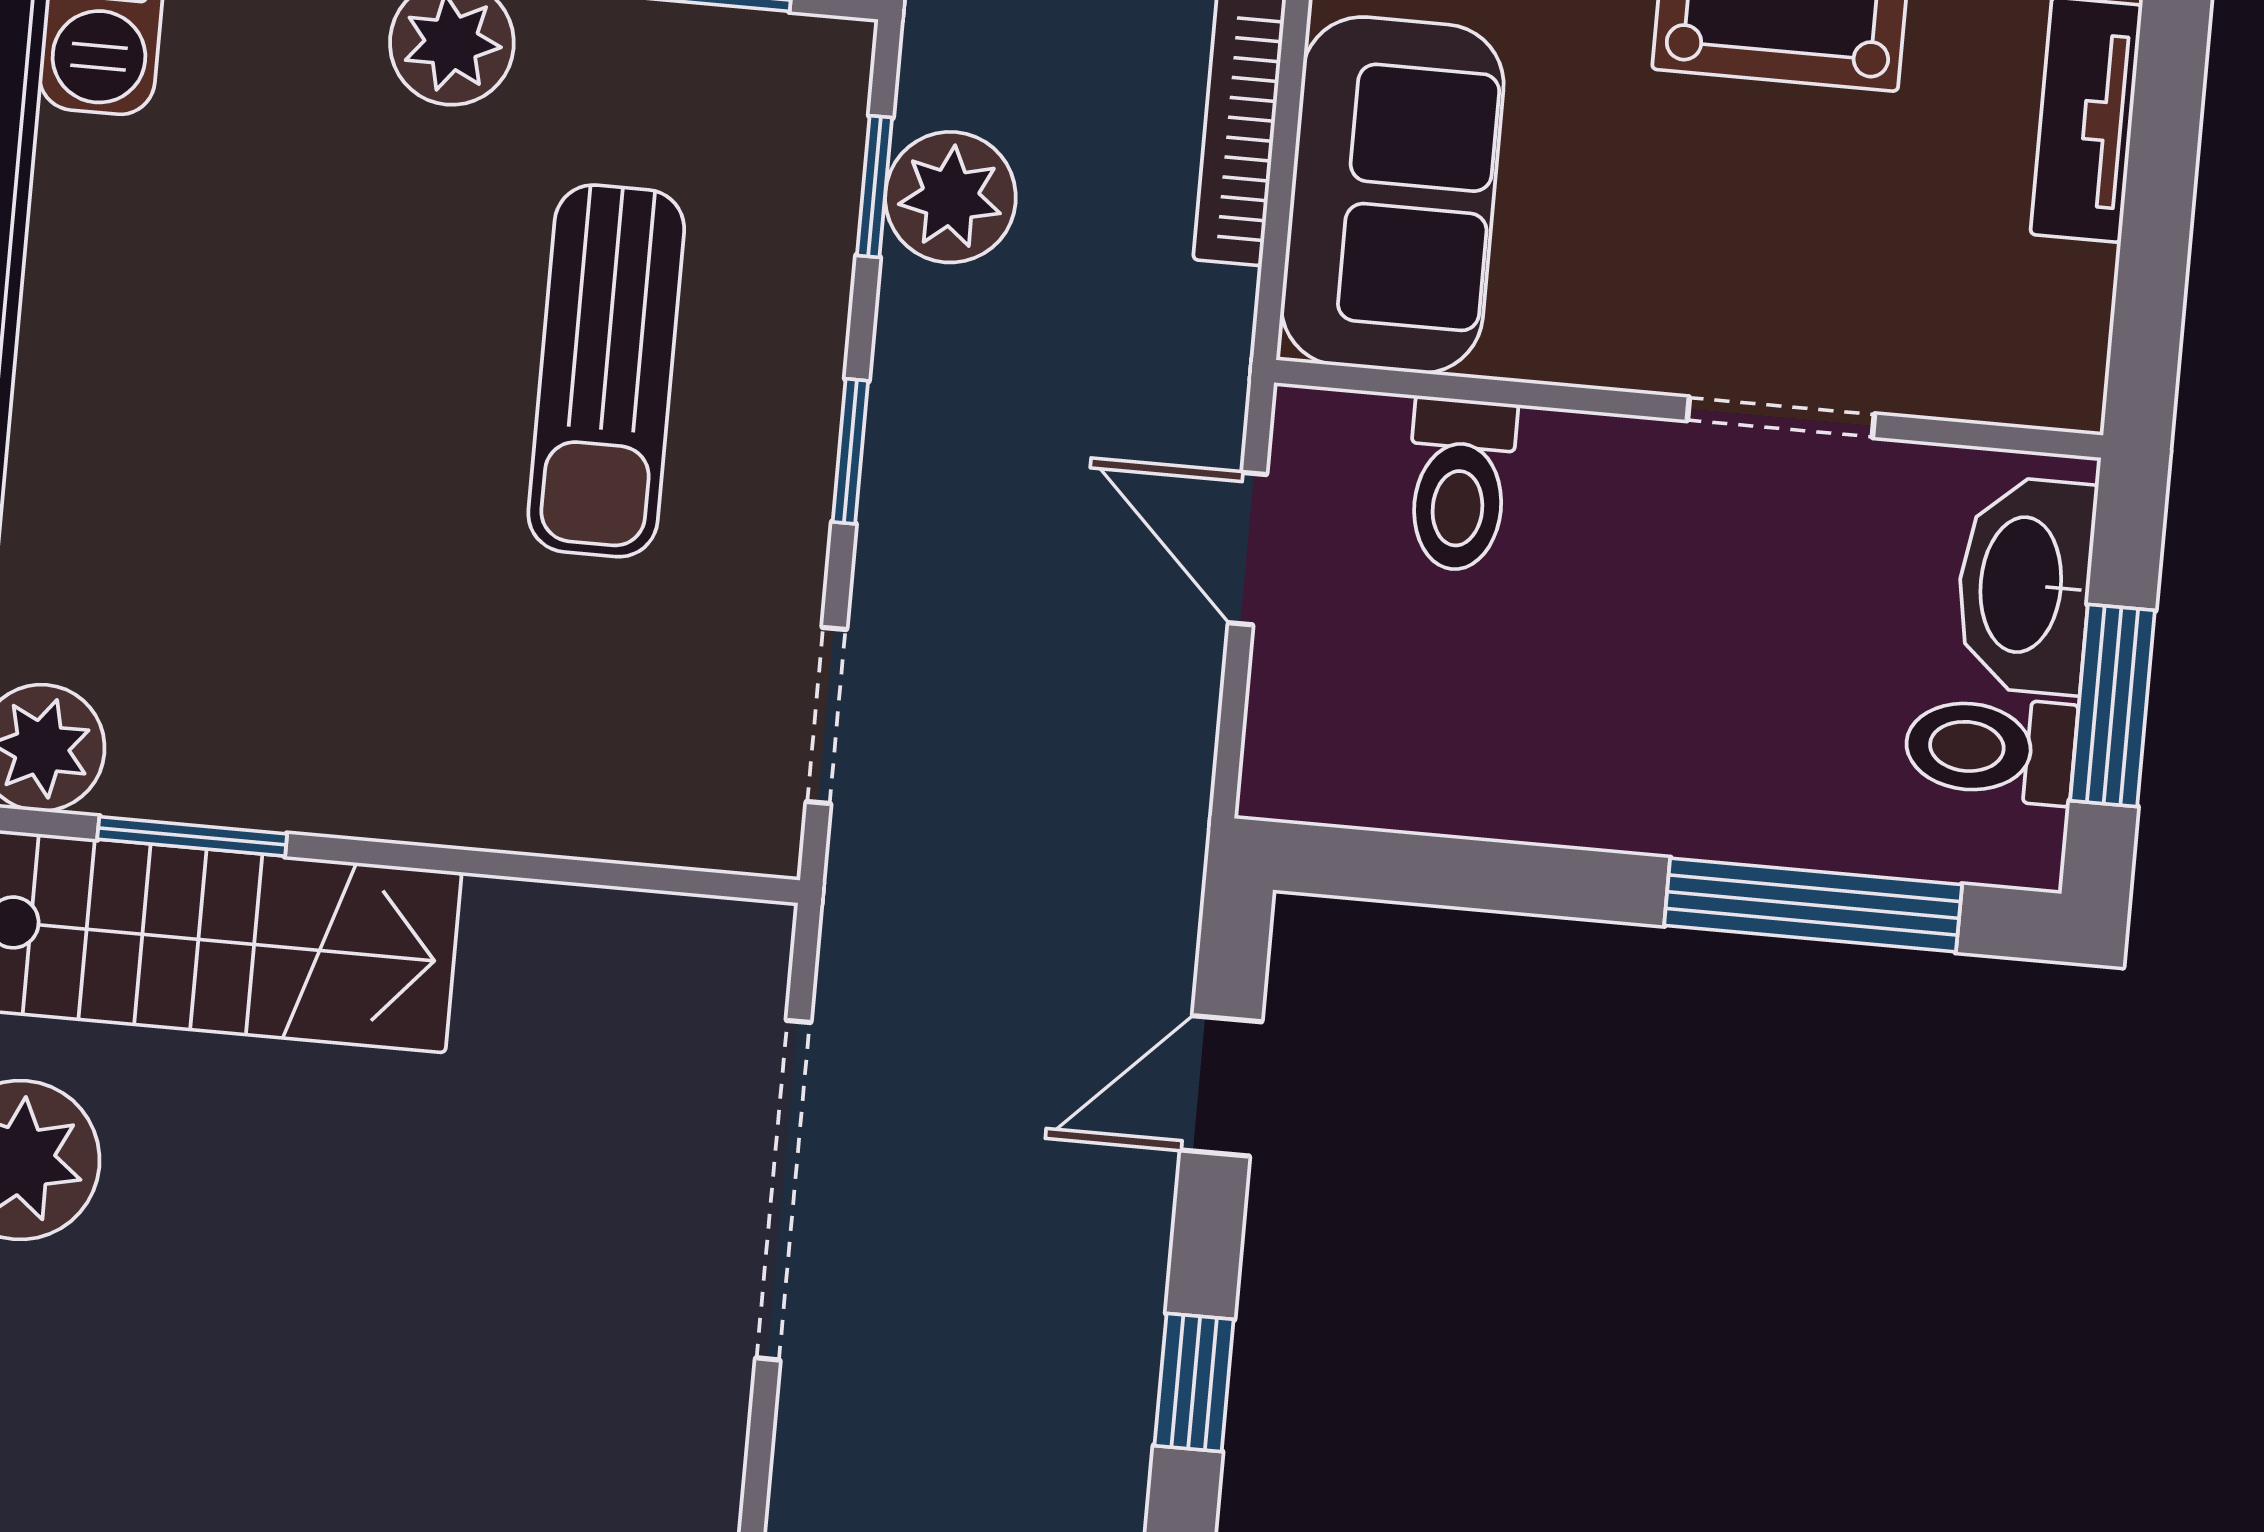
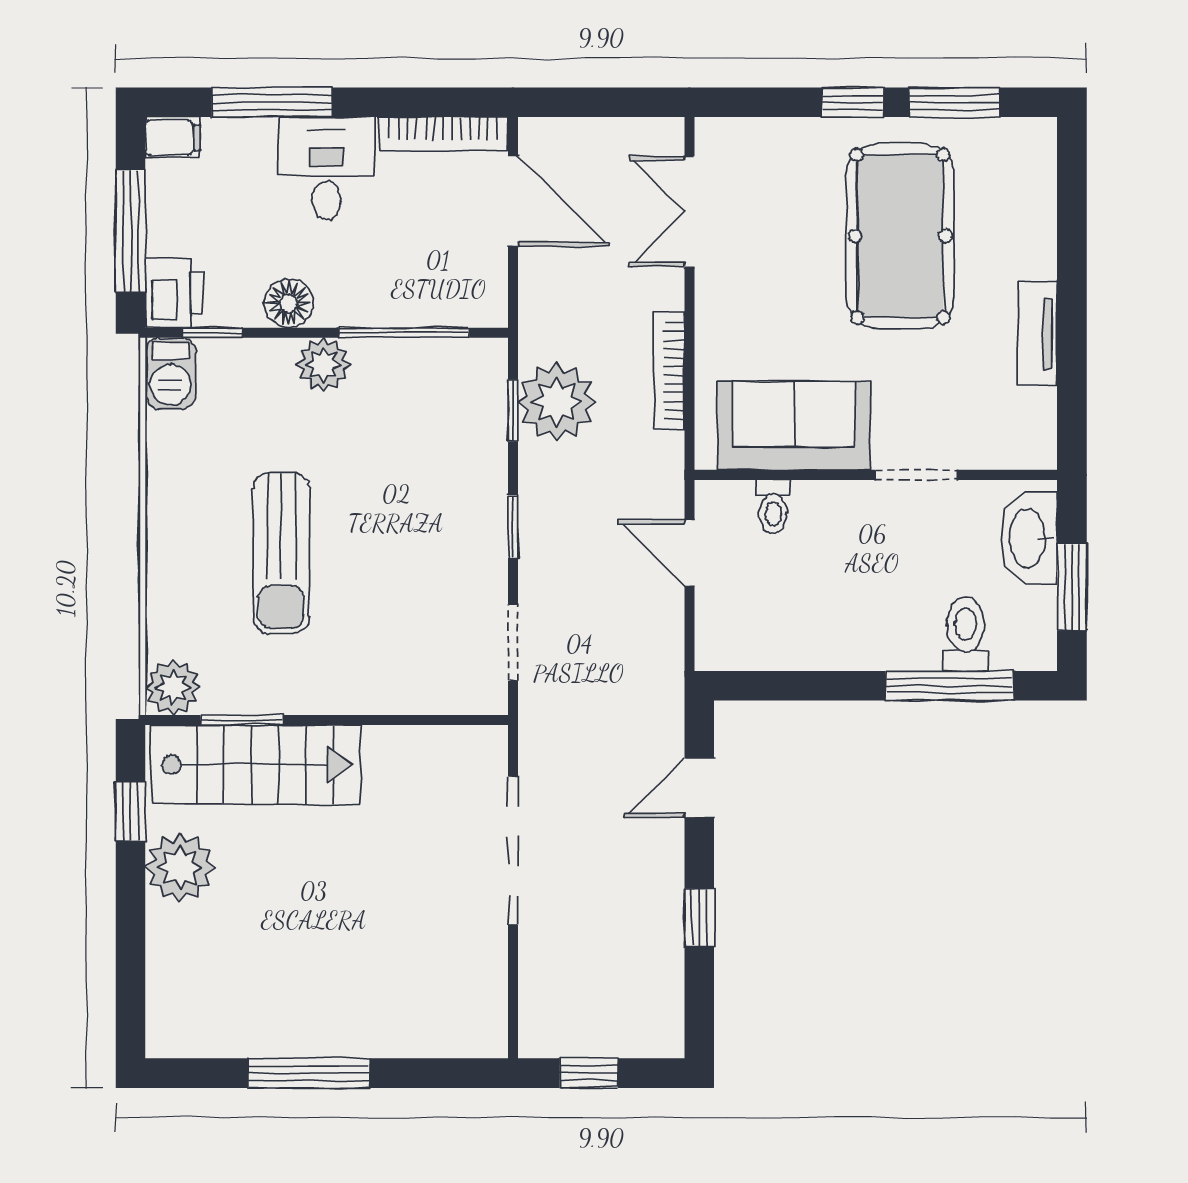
sofa: (1392, 195) -> (794, 426), moved, turned -90
plant: (950, 197) -> (557, 402), width x1.36, depth x1.36
sun lounger: (606, 371) -> (281, 553), moved
toilet: (1460, 485) -> (773, 507), width x0.73, depth x0.72
toilet: (1990, 749) -> (966, 634), moved, turned 90

